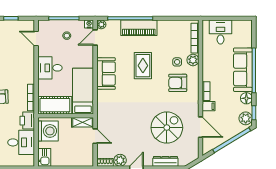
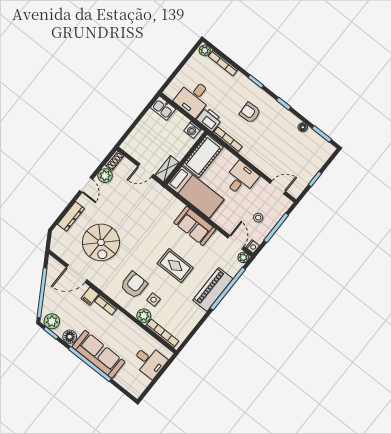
washing machine: (48, 131) -> (192, 130), width x0.53, depth x0.53

